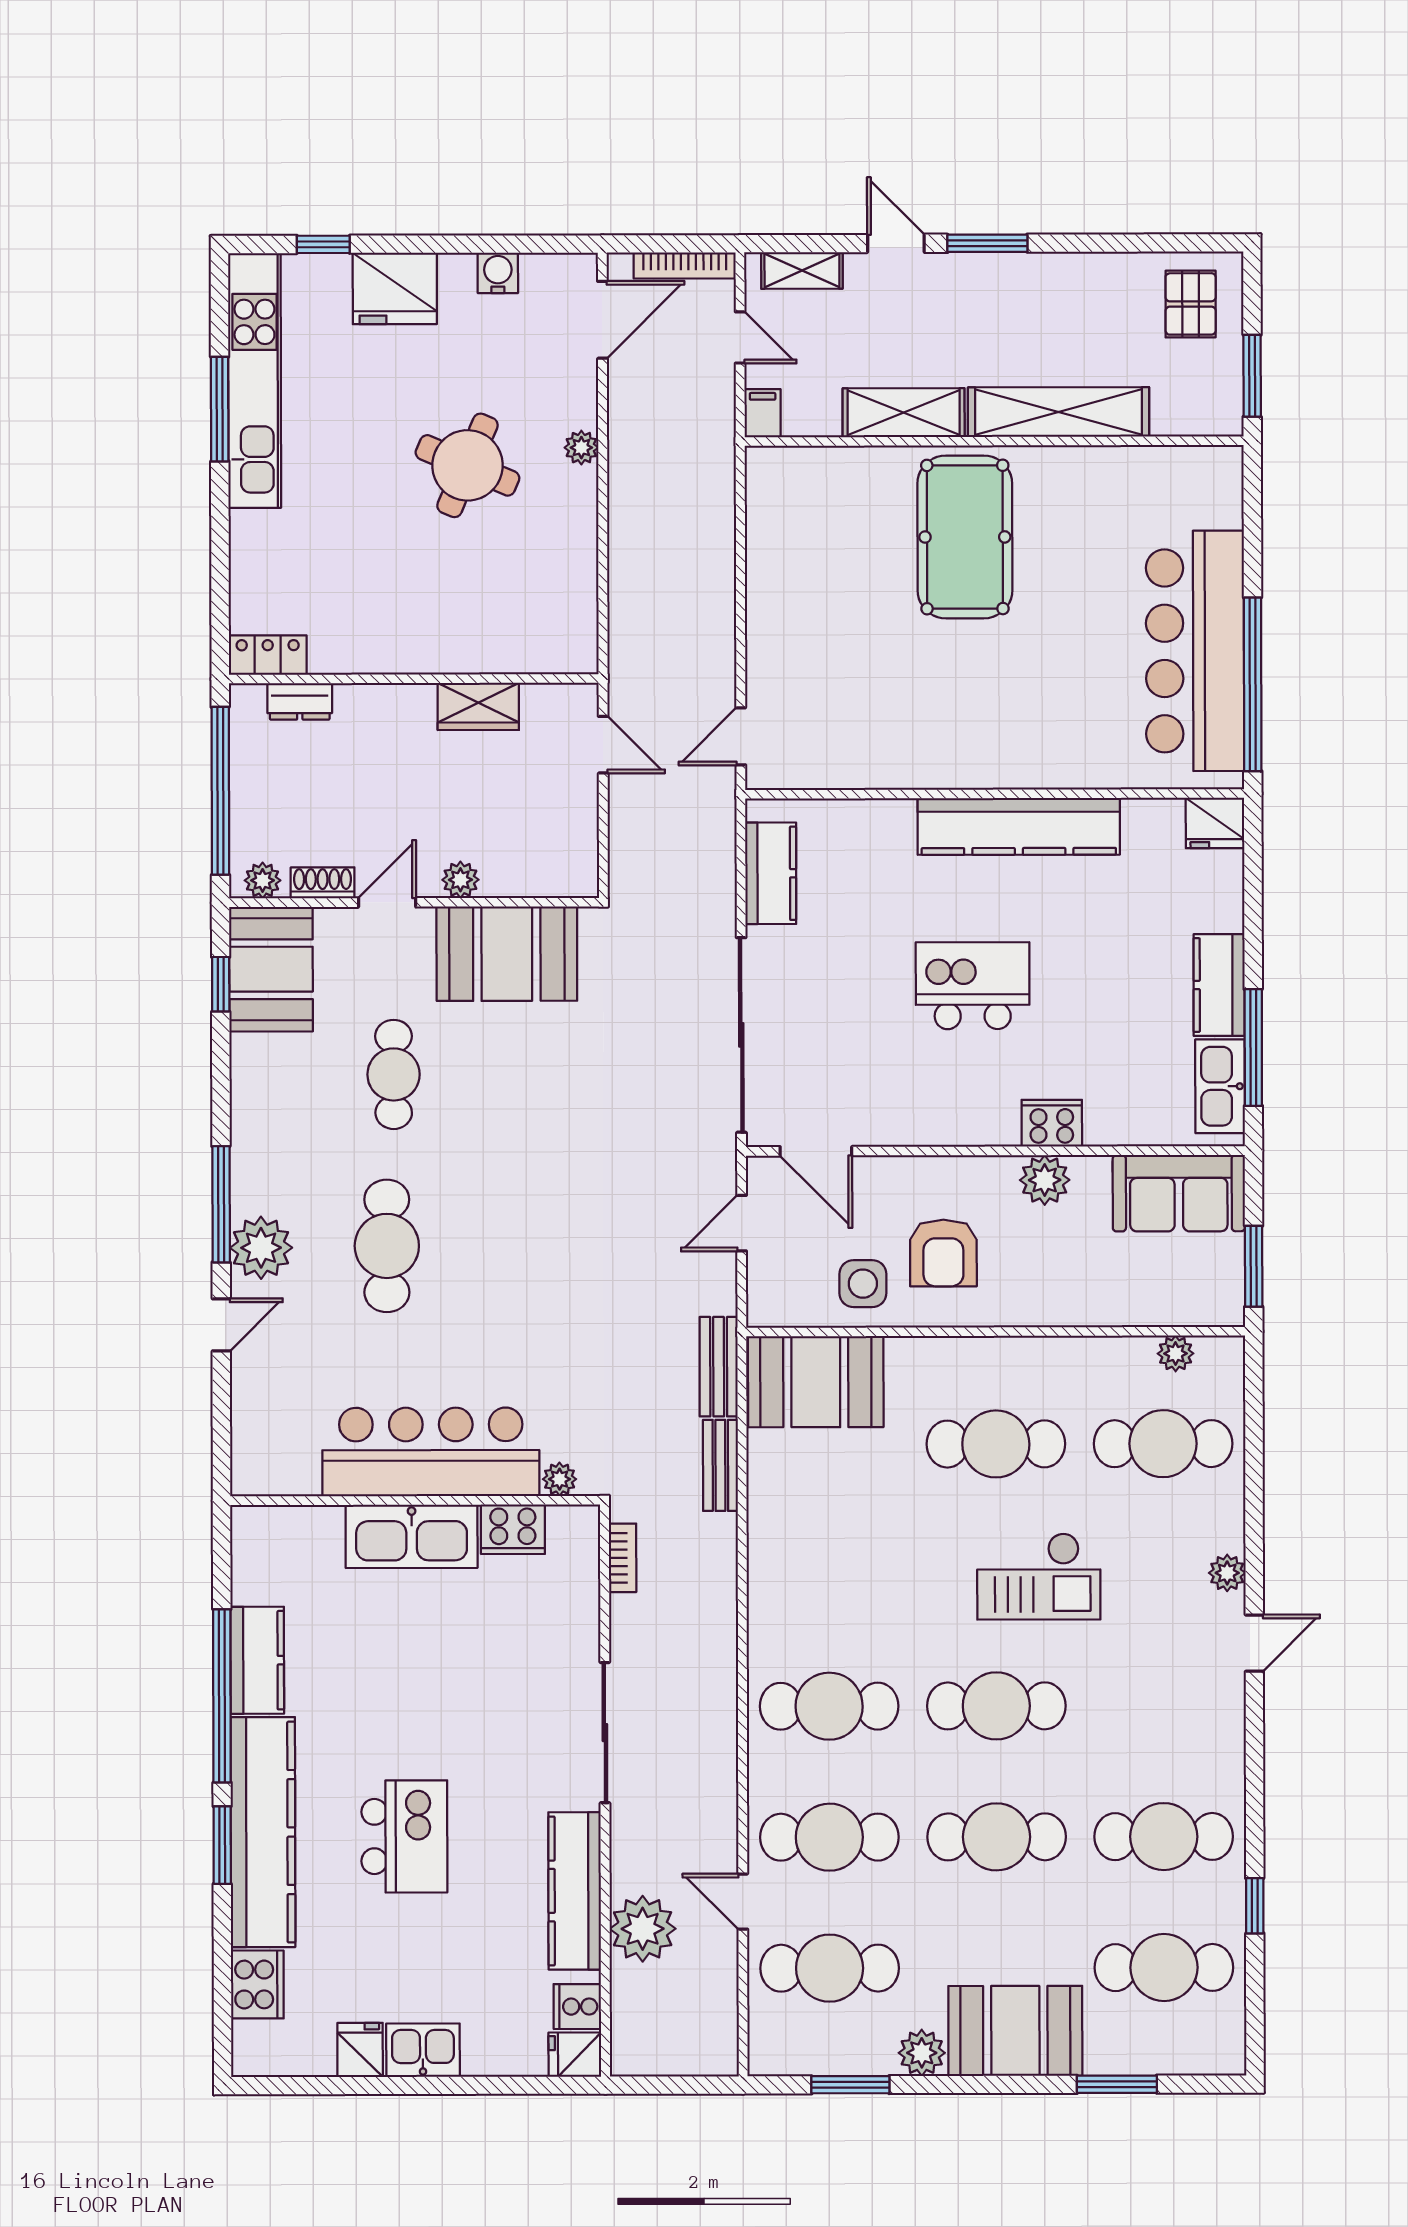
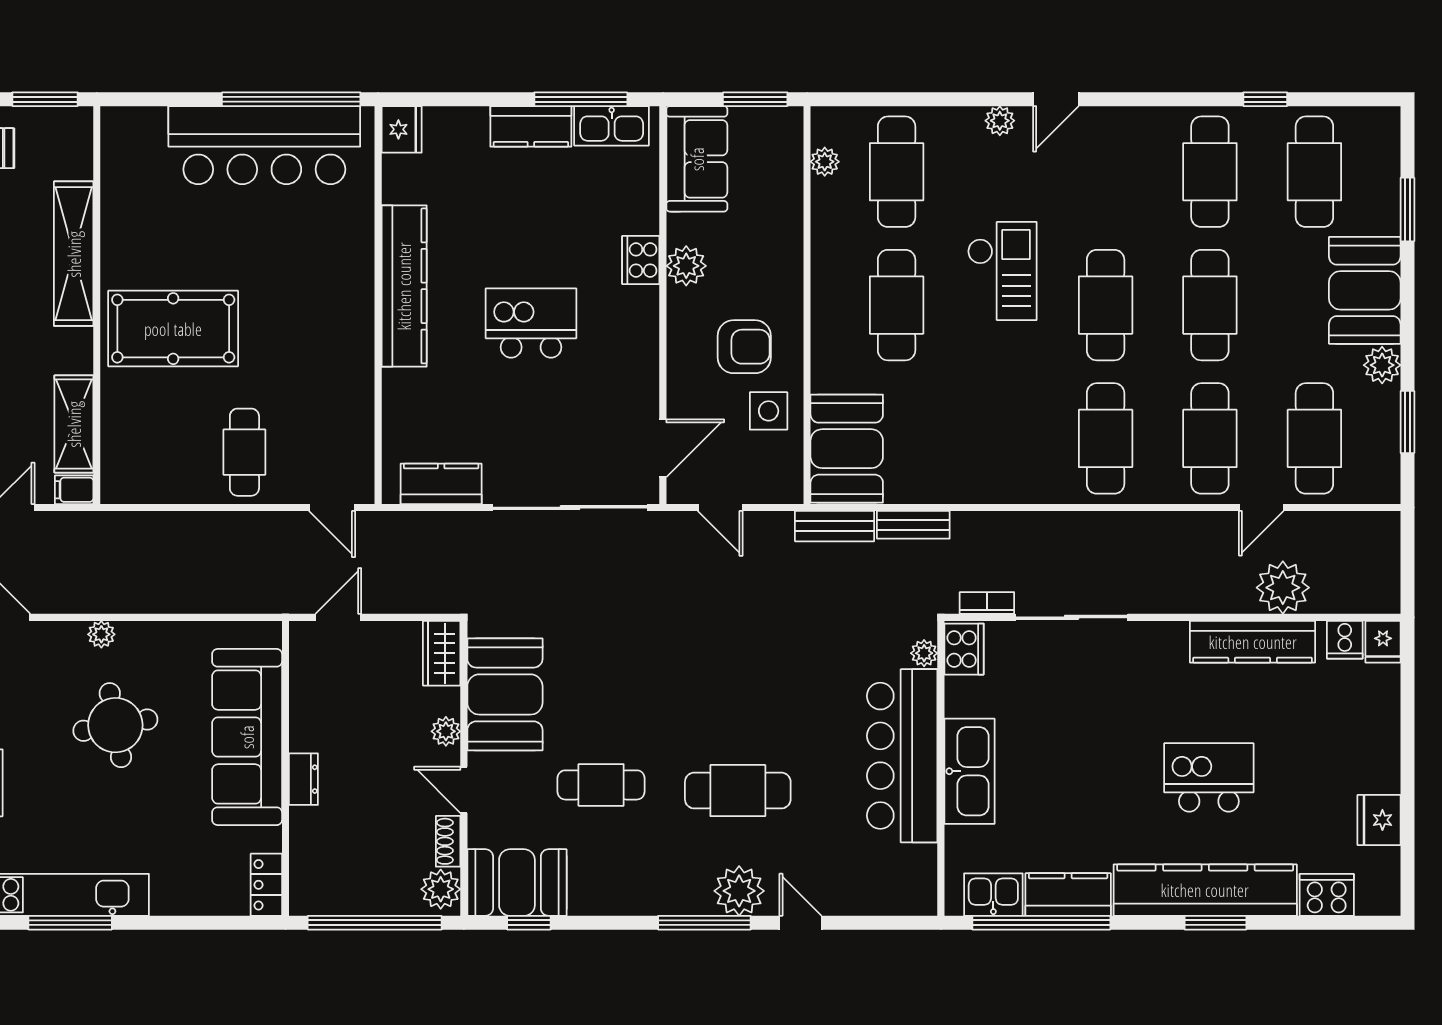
shelving: (904, 413) -> (74, 424), moved
round table: (467, 465) -> (115, 725), turned -33
cafe table: (810, 627) -> (244, 452), added
sofa: (453, 631) -> (247, 737), added
dresser: (300, 701) -> (303, 779), moved
wardrobe: (478, 706) -> (442, 653), moved, turned 180
plant: (263, 880) -> (441, 889), width x1.38, depth x1.38
kitchen island: (973, 986) -> (531, 323), turned 90
cooker: (513, 1529) -> (964, 649), moved
door: (1254, 1643) -> (1056, 99), swing flipped
window: (222, 1696) -> (1041, 923), moved
sliding door: (605, 1733) -> (1072, 617), moved
fridge: (360, 2050) -> (1379, 820), width x1.38
kitchen sink: (423, 2050) -> (993, 895), moved, turned 90

